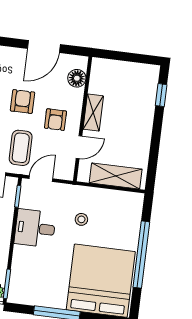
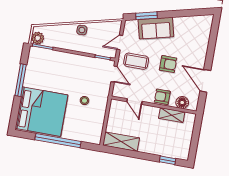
shelving: (93, 113) -> (172, 115), moved
armchair: (55, 120) -> (162, 97), moved
shelving: (116, 176) -> (121, 142), moved, turned 90
desk: (35, 228) -> (80, 68), removed

